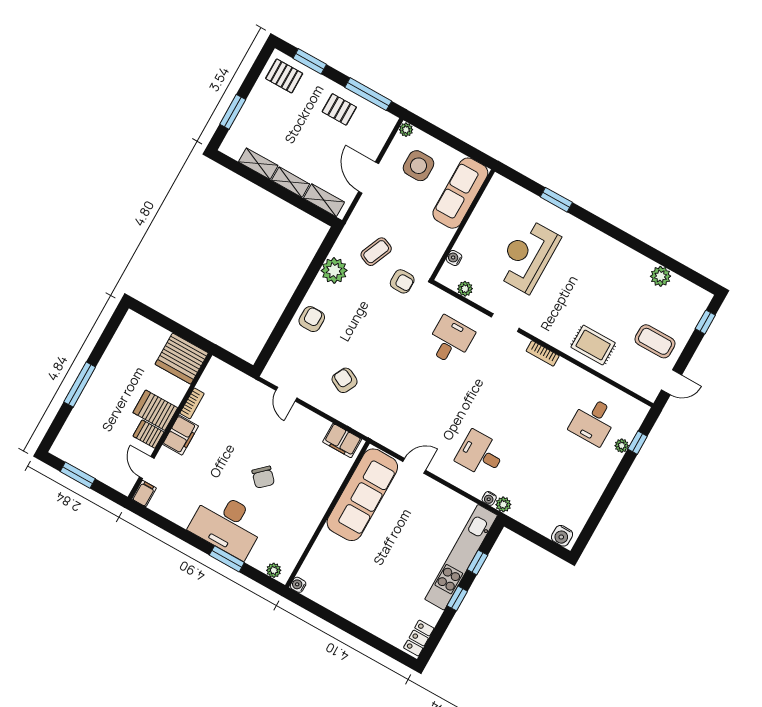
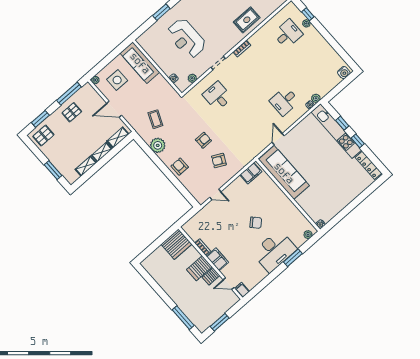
armchair: (402, 281) -> (203, 140), moved
window: (80, 385) -> (183, 318), moved
desk: (593, 421) -> (288, 34), turned -90
locker: (419, 638) -> (368, 165), width x1.53

